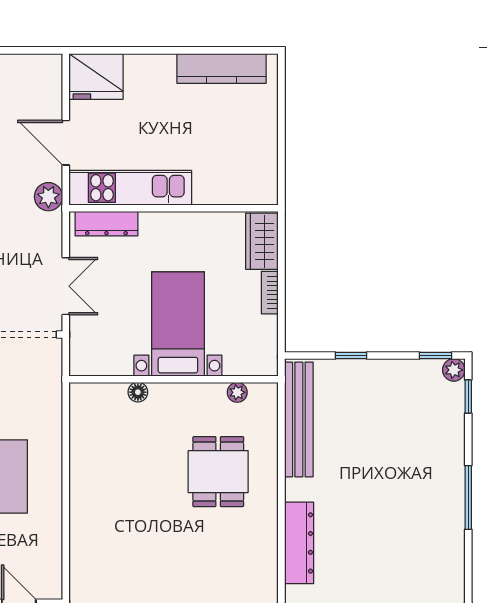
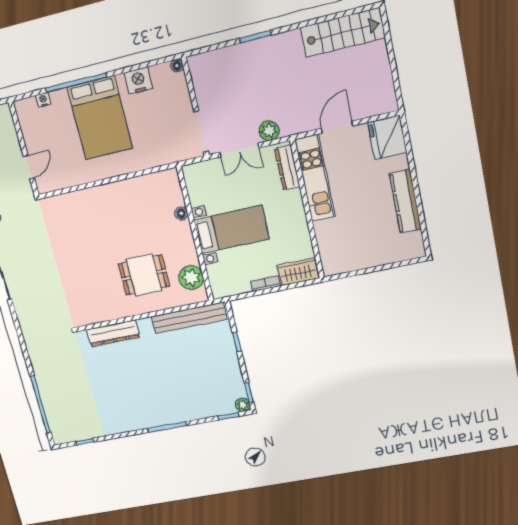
kitchen counter: (222, 68) -> (405, 201), moved
plant: (48, 197) -> (269, 131), moved
plant: (237, 392) -> (191, 278), width x1.88, depth x1.88

